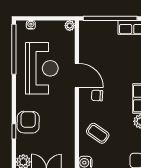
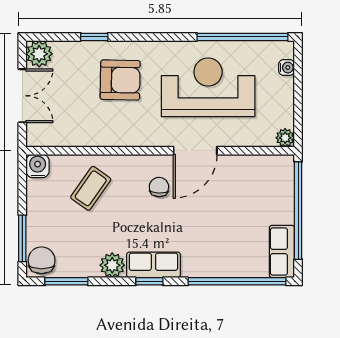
reception desk: (42, 68) -> (208, 87), turned 180
armchair: (28, 122) -> (120, 80), moved

